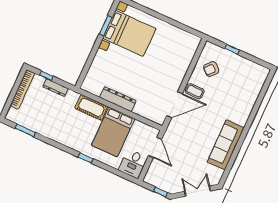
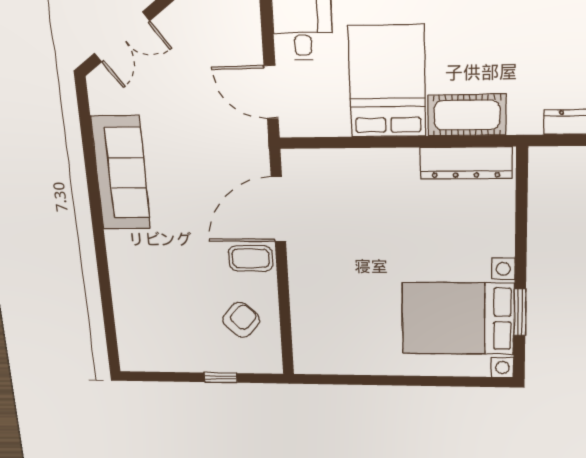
dresser: (118, 99) -> (466, 163), moved

